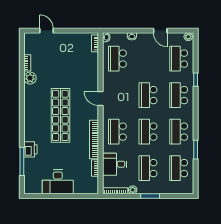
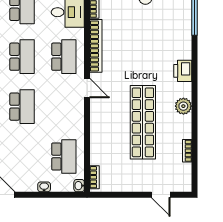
plant: (30, 78) -> (183, 106), moved
door: (100, 98) -> (87, 88), moved
shop shelf: (60, 115) -> (143, 122), moved
printer: (30, 149) -> (183, 71), moved

